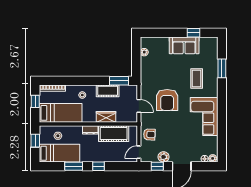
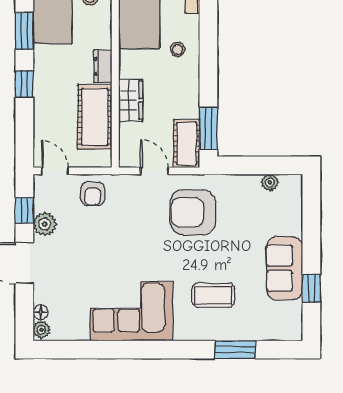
cot: (108, 91) -> (187, 144), moved
armchair: (167, 100) -> (193, 212), moved
door: (139, 106) -> (154, 171), swing flipped

